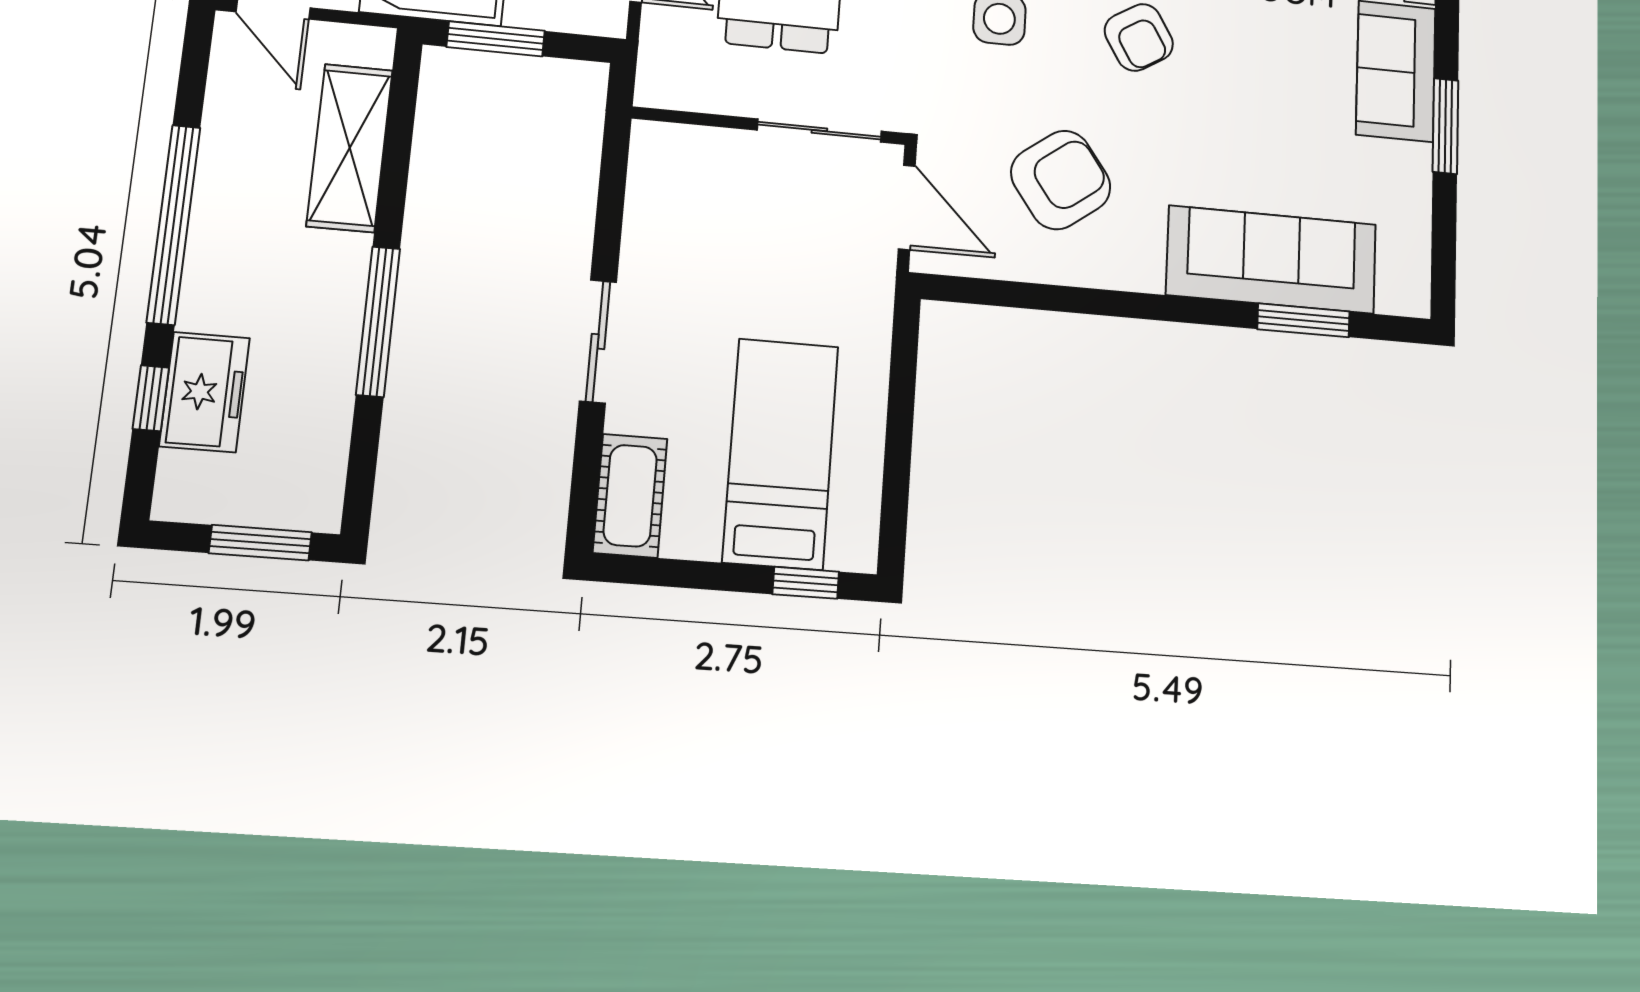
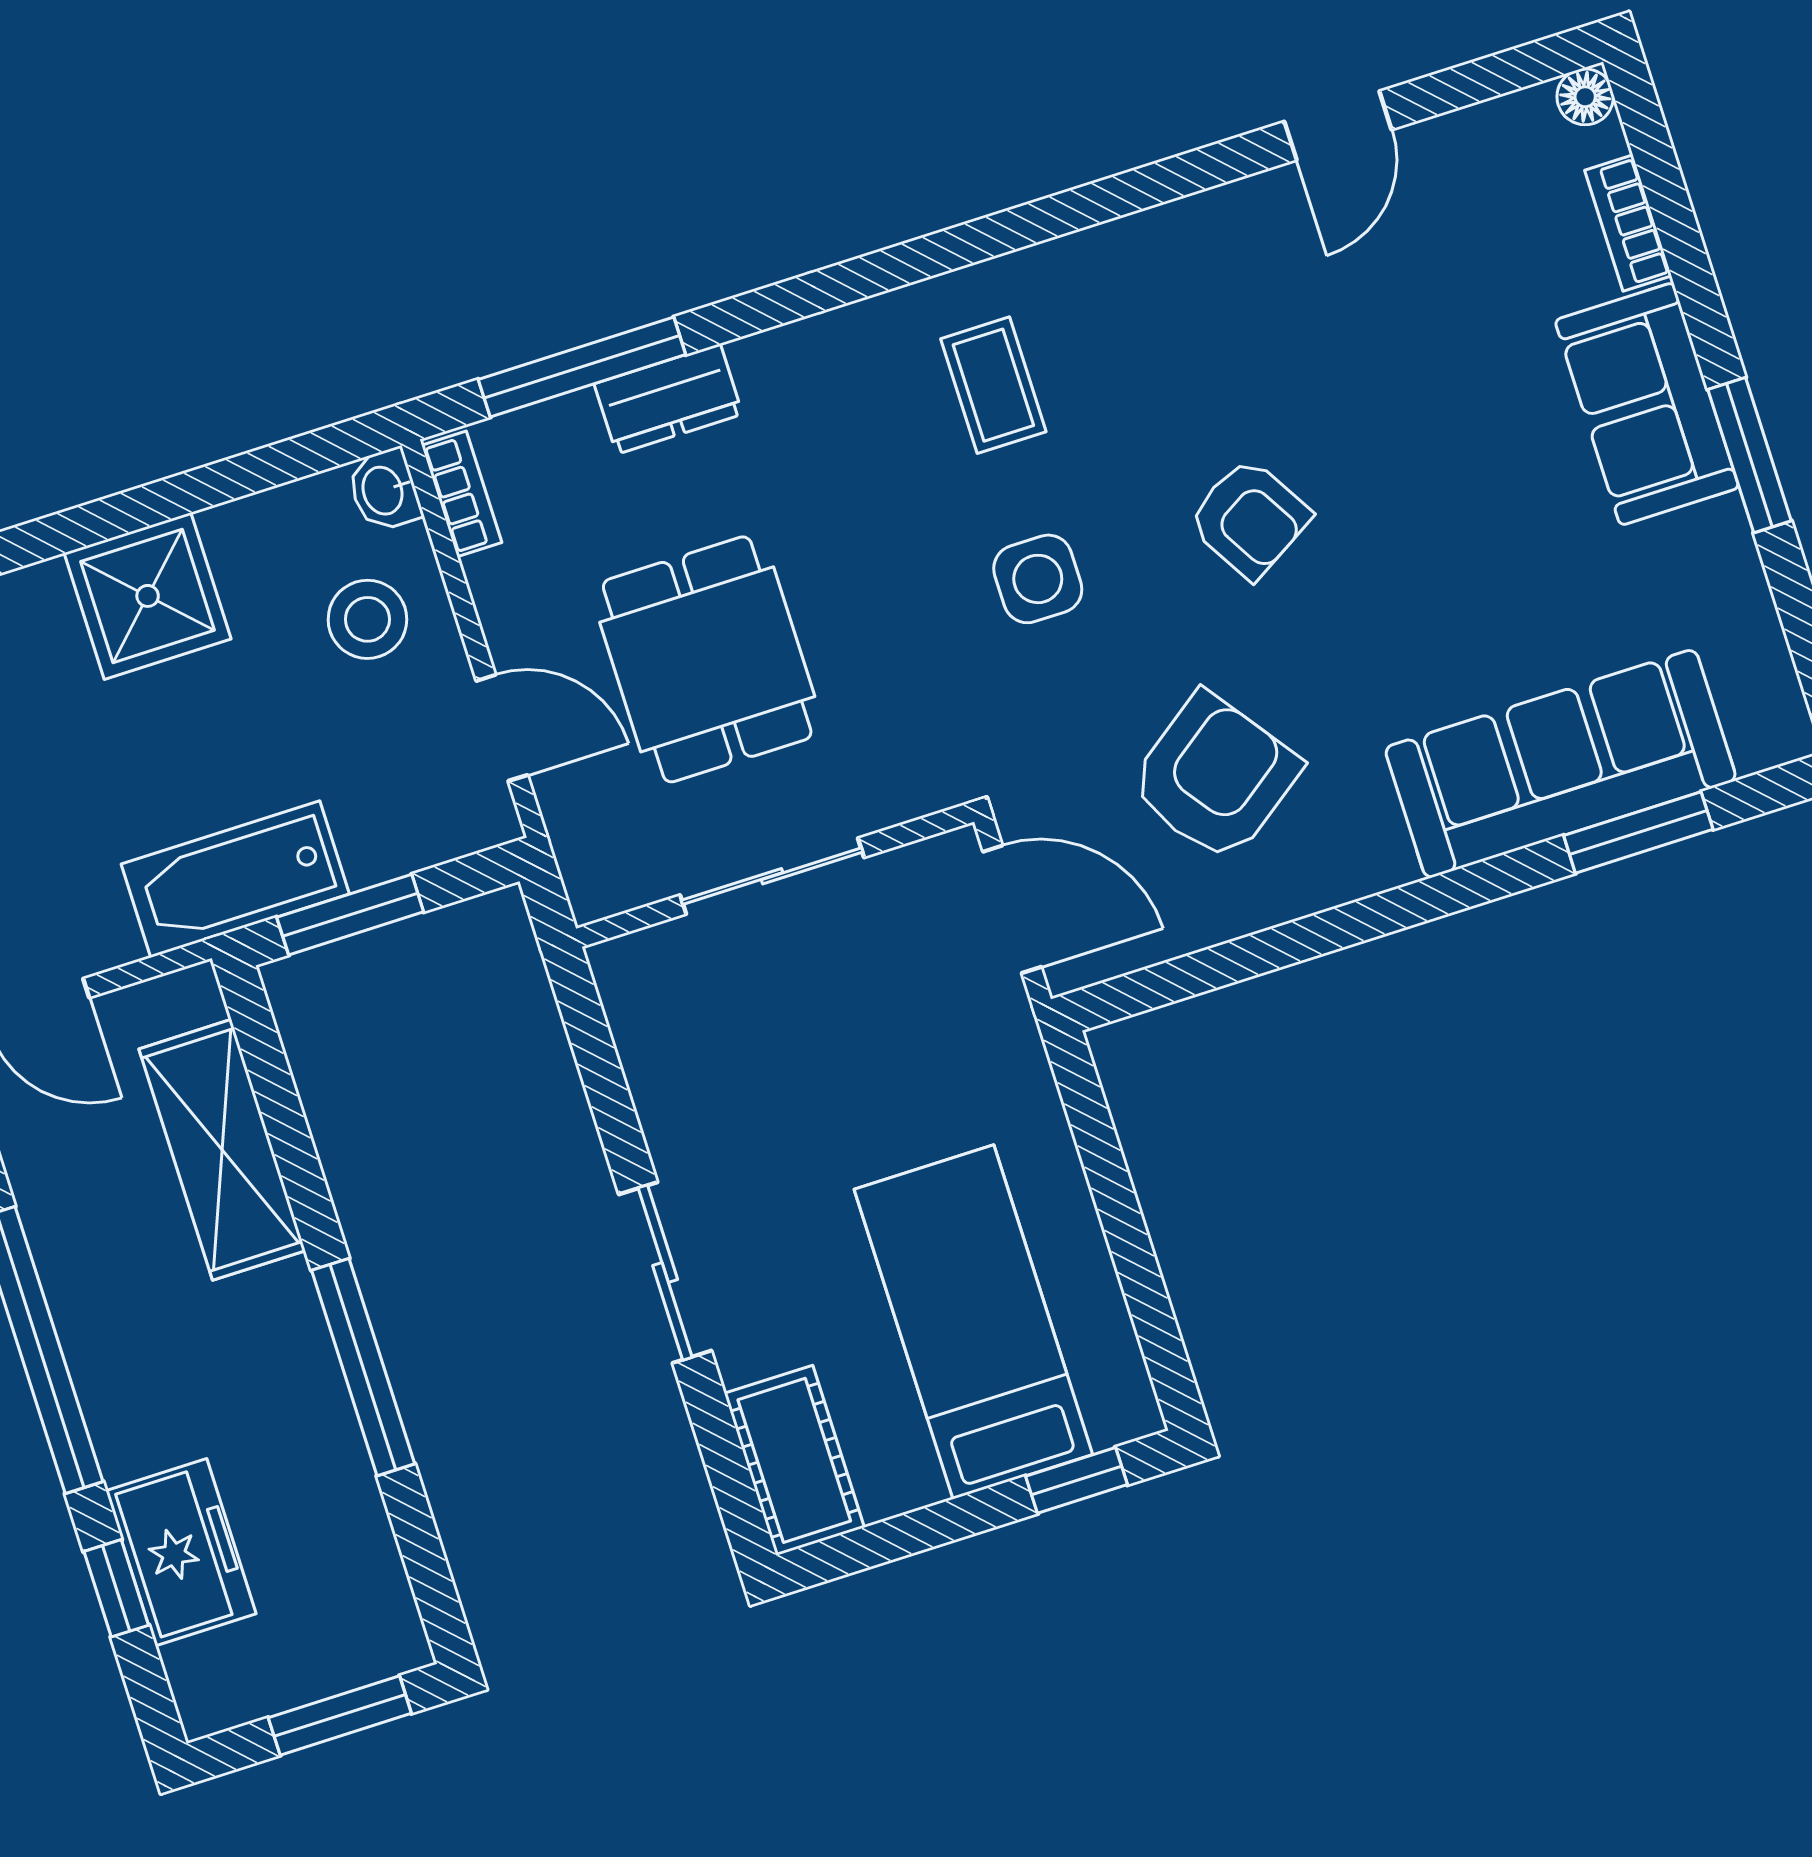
sliding door: (819, 131) -> (772, 876), moved

